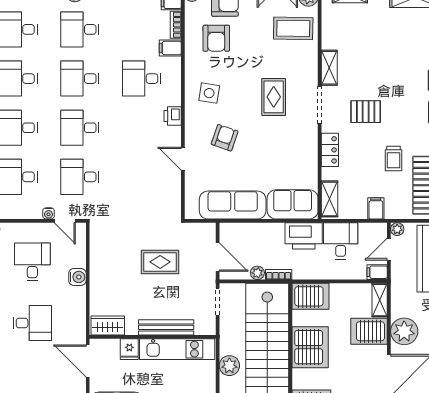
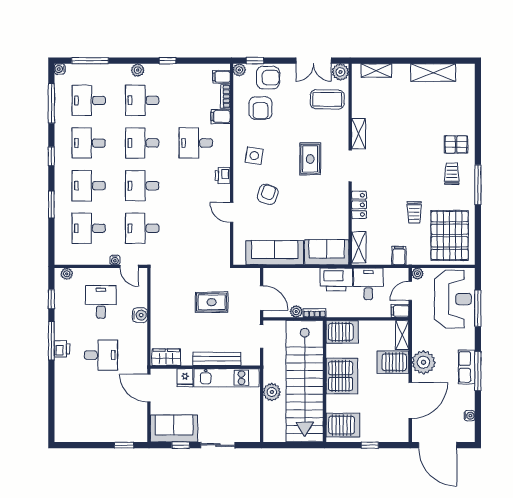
pallet: (366, 112) -> (390, 172), removed

